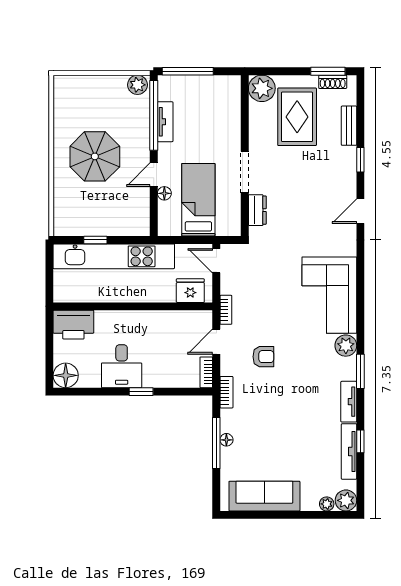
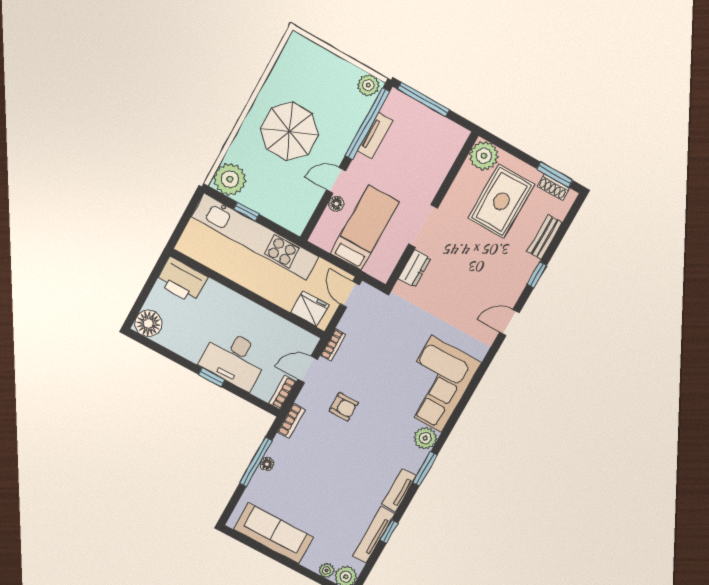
plant: (68, 221) -> (230, 179), added
desk: (122, 366) -> (234, 359), moved, width x1.37

